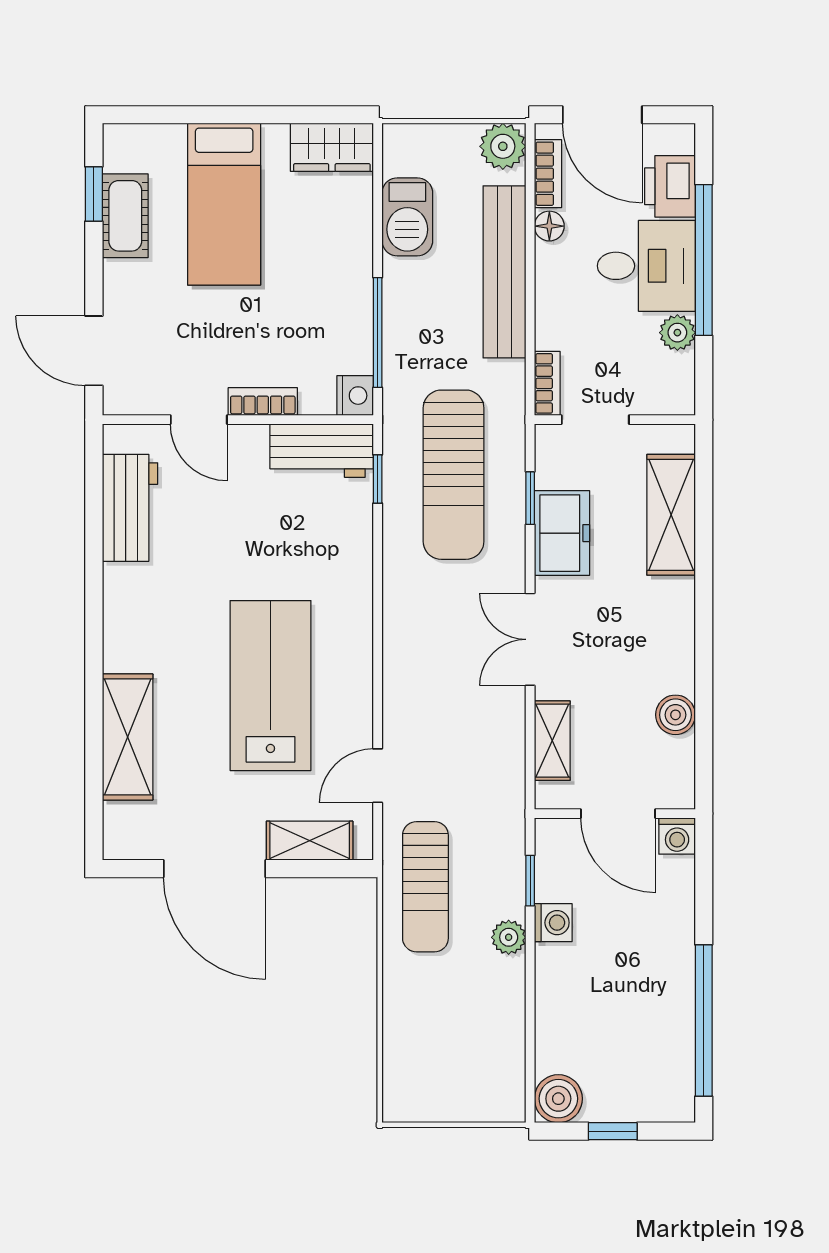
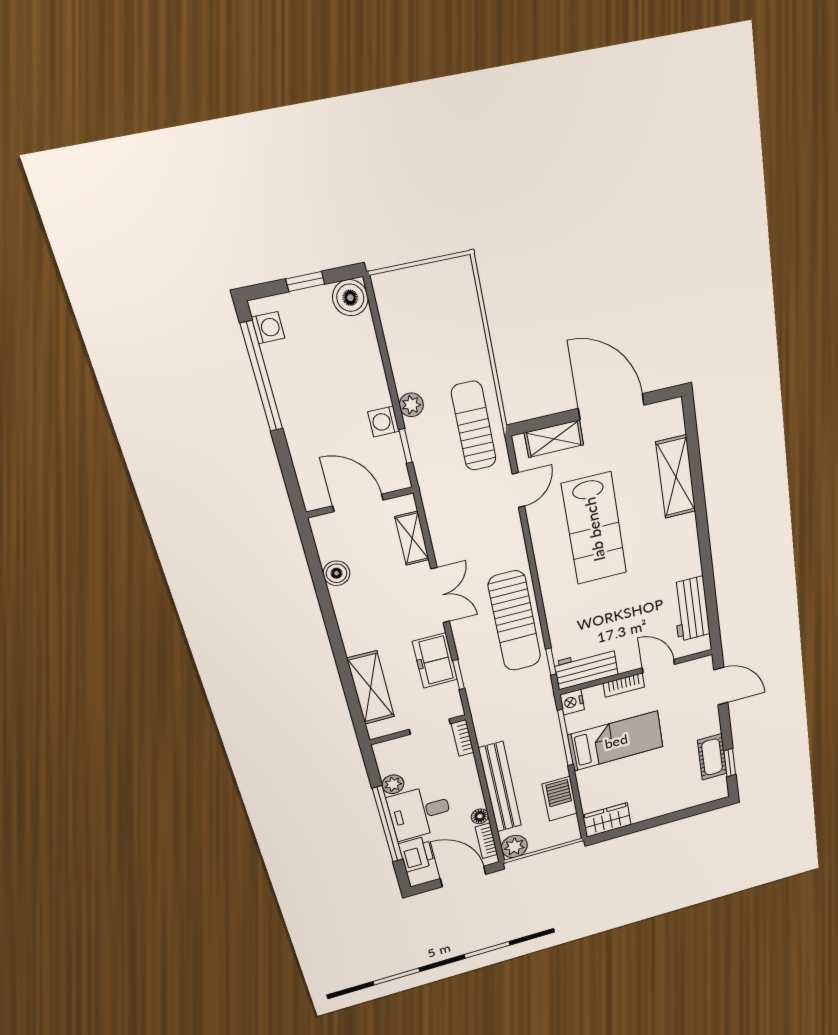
bed: (224, 204) -> (616, 741), moved, turned 90
sun lounger: (454, 475) -> (515, 621), moved, turned 180
washing machine: (677, 836) -> (268, 328), moved, turned 90

